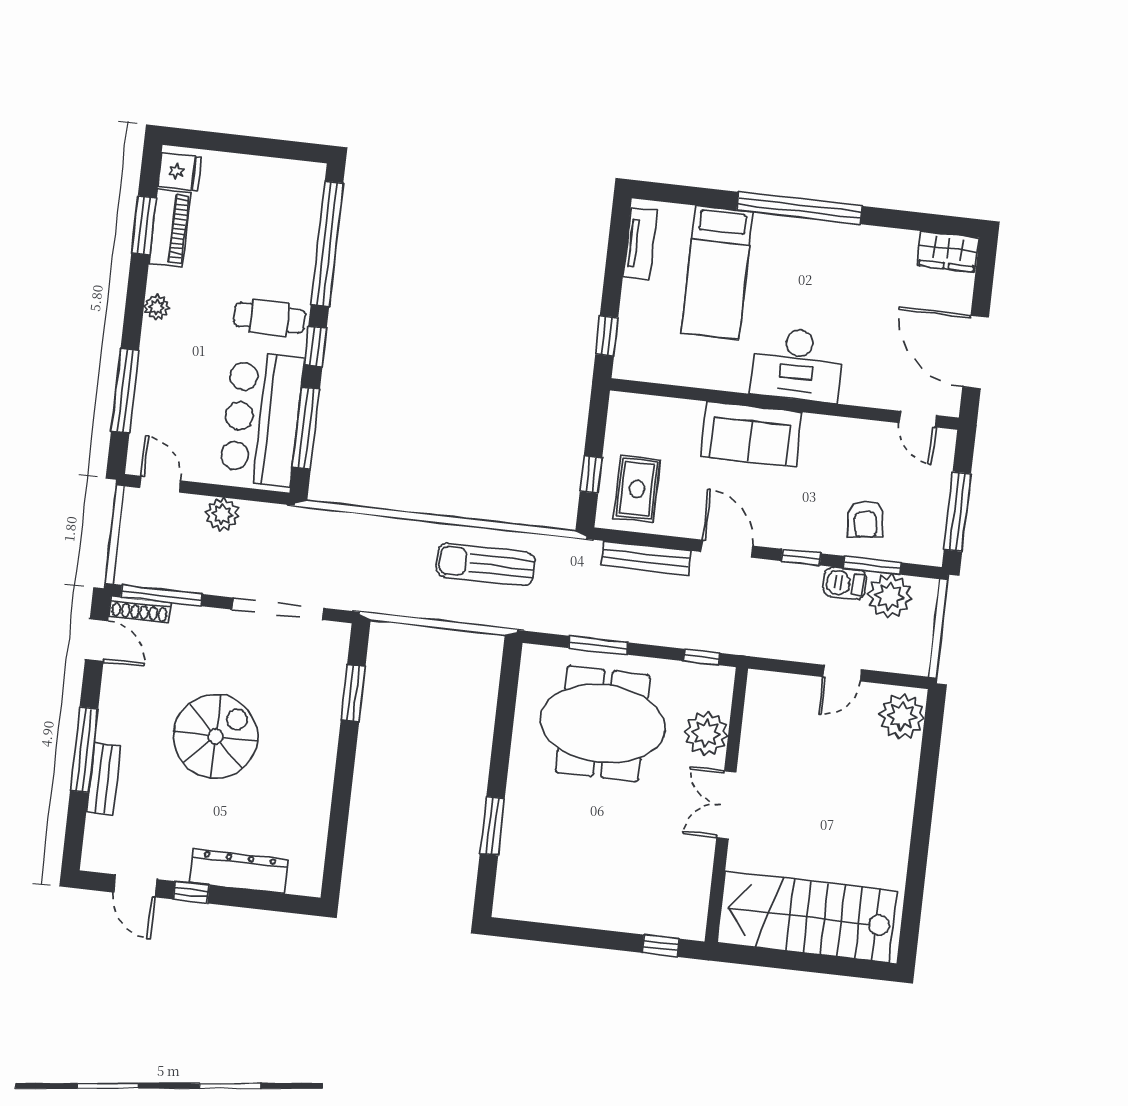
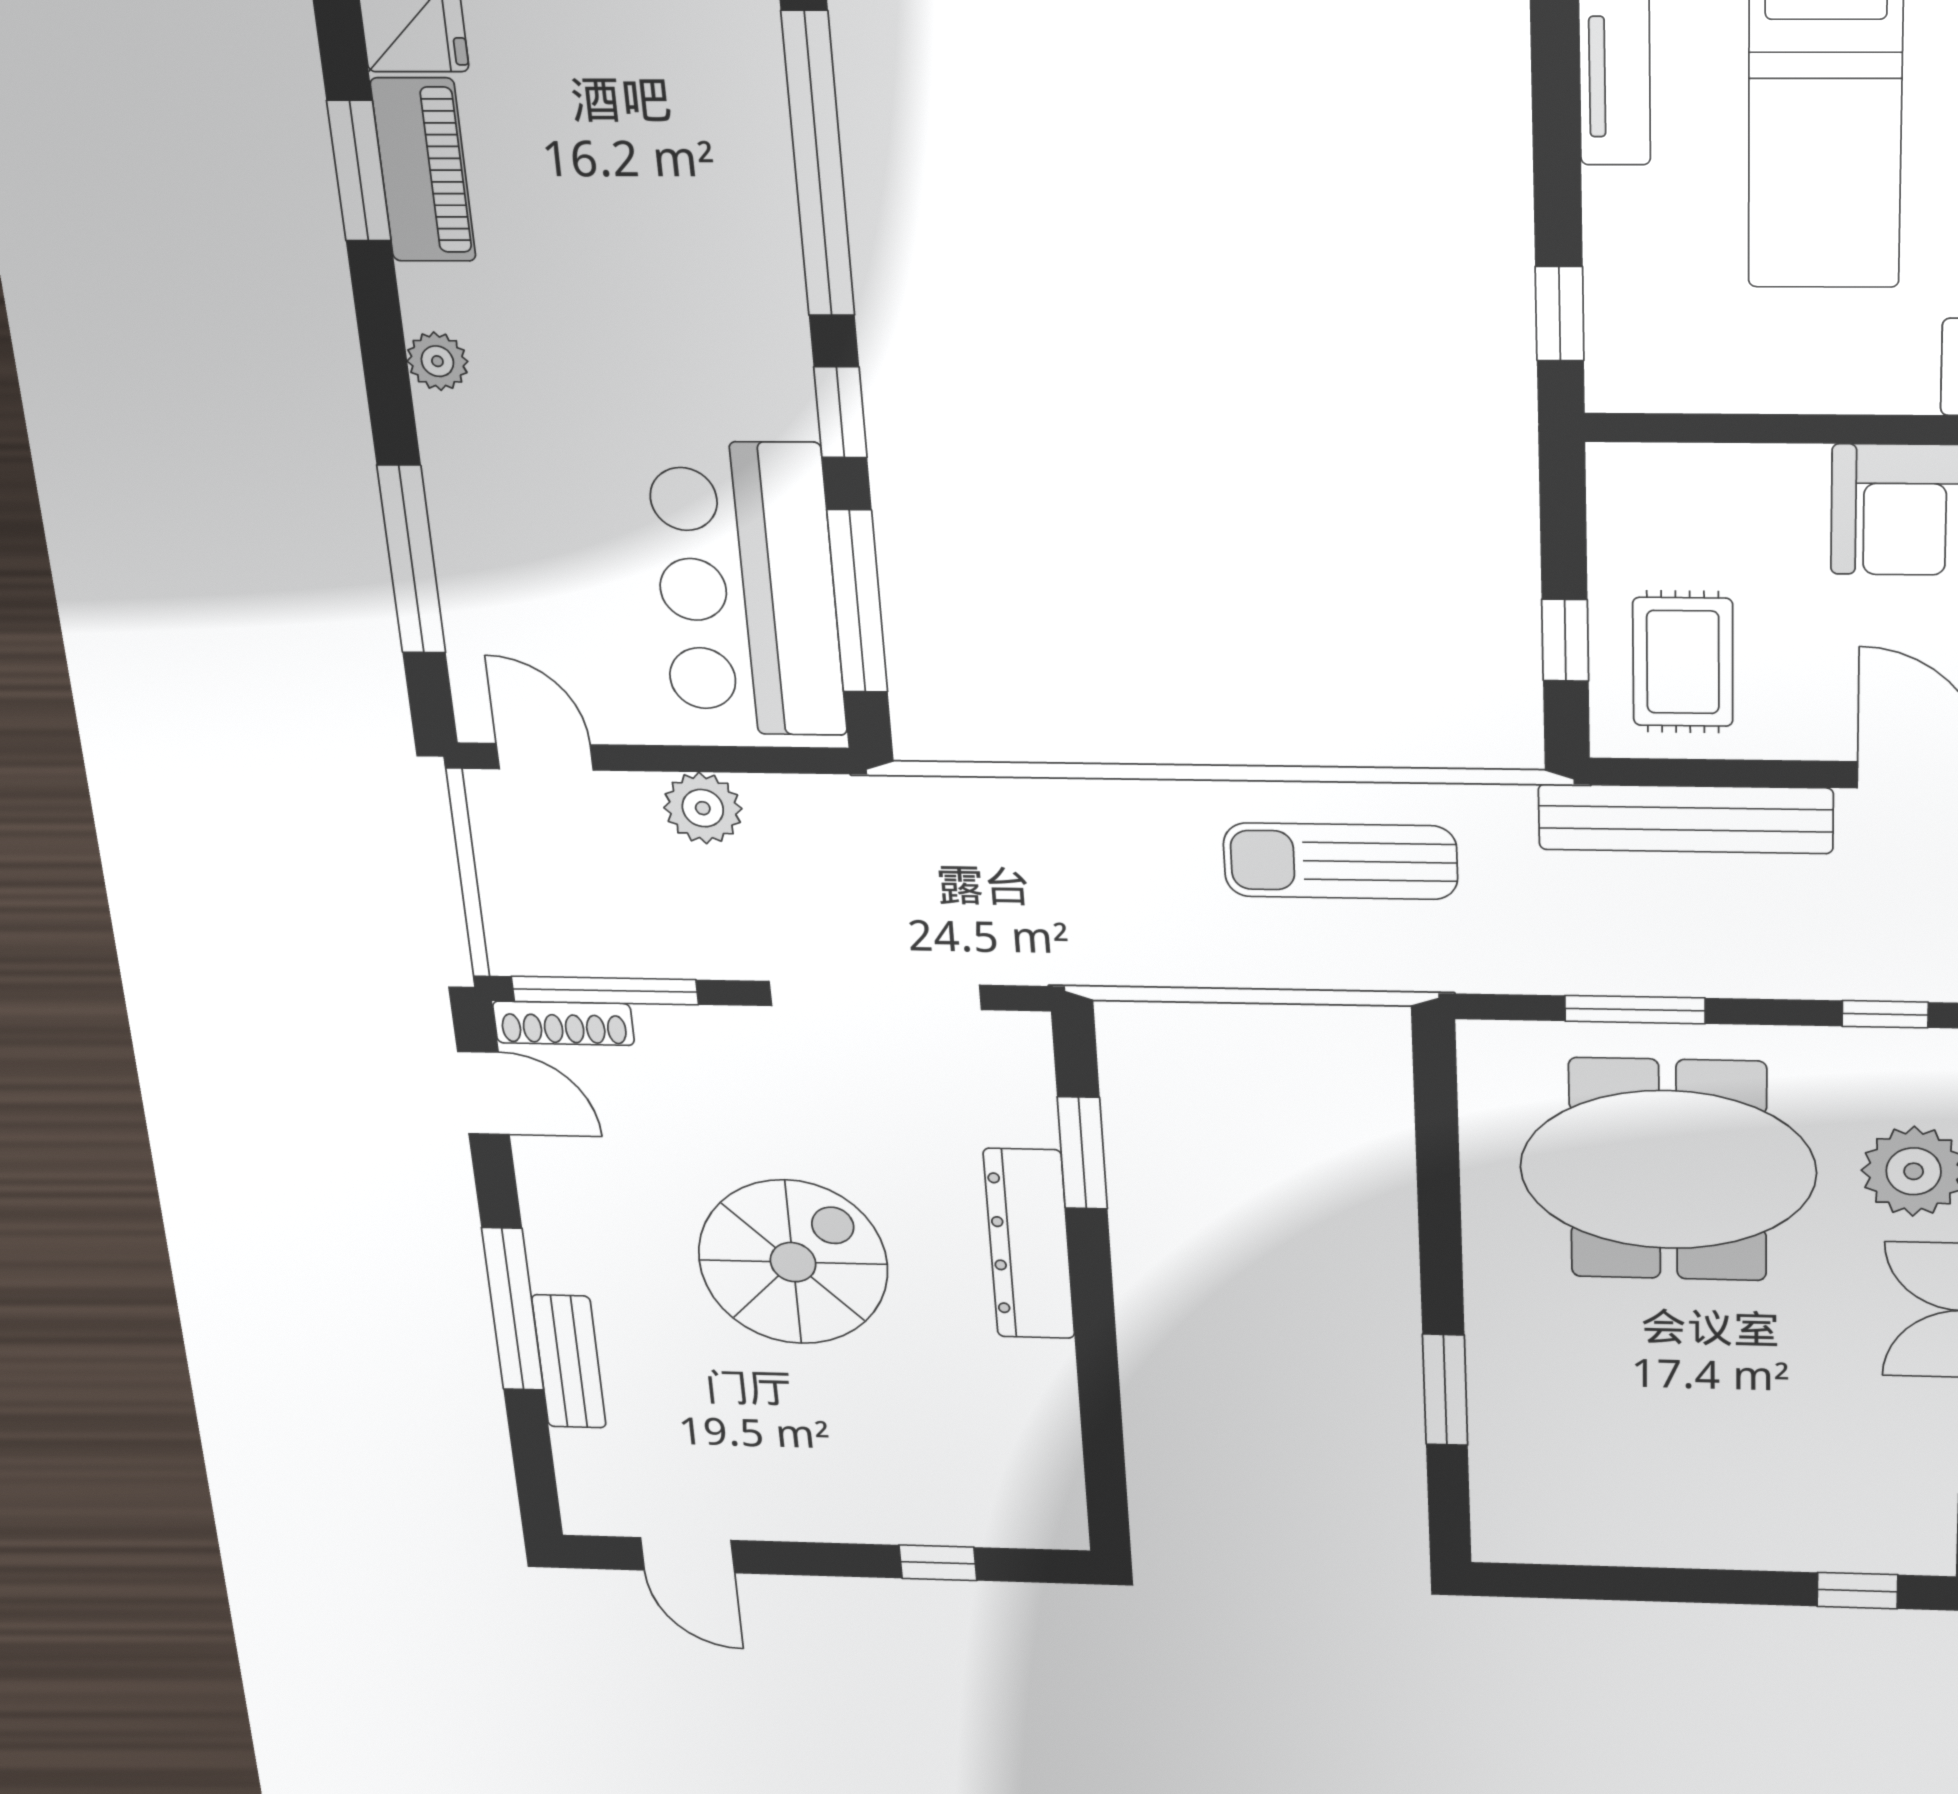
cafe table: (270, 318) -> (715, 358), removed
bench: (646, 558) -> (1686, 819), width x1.37, depth x1.21
dresser: (239, 871) -> (1029, 1244), moved, turned -90
window: (191, 892) -> (938, 1563), moved

